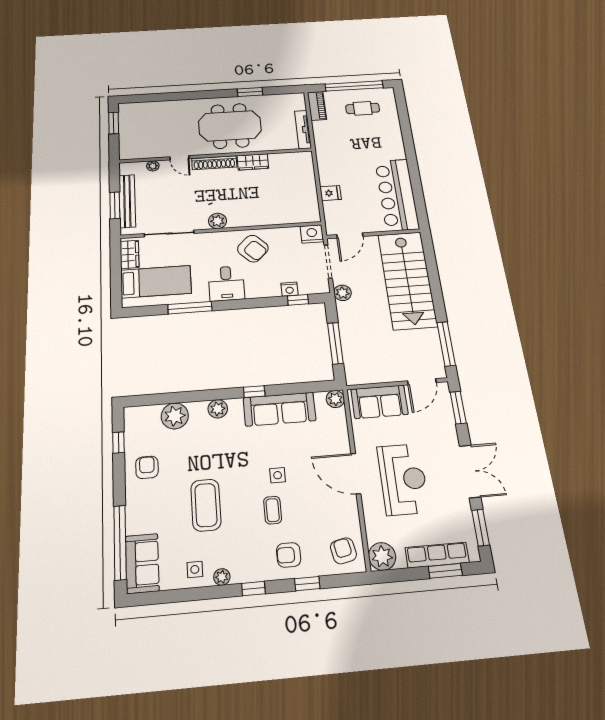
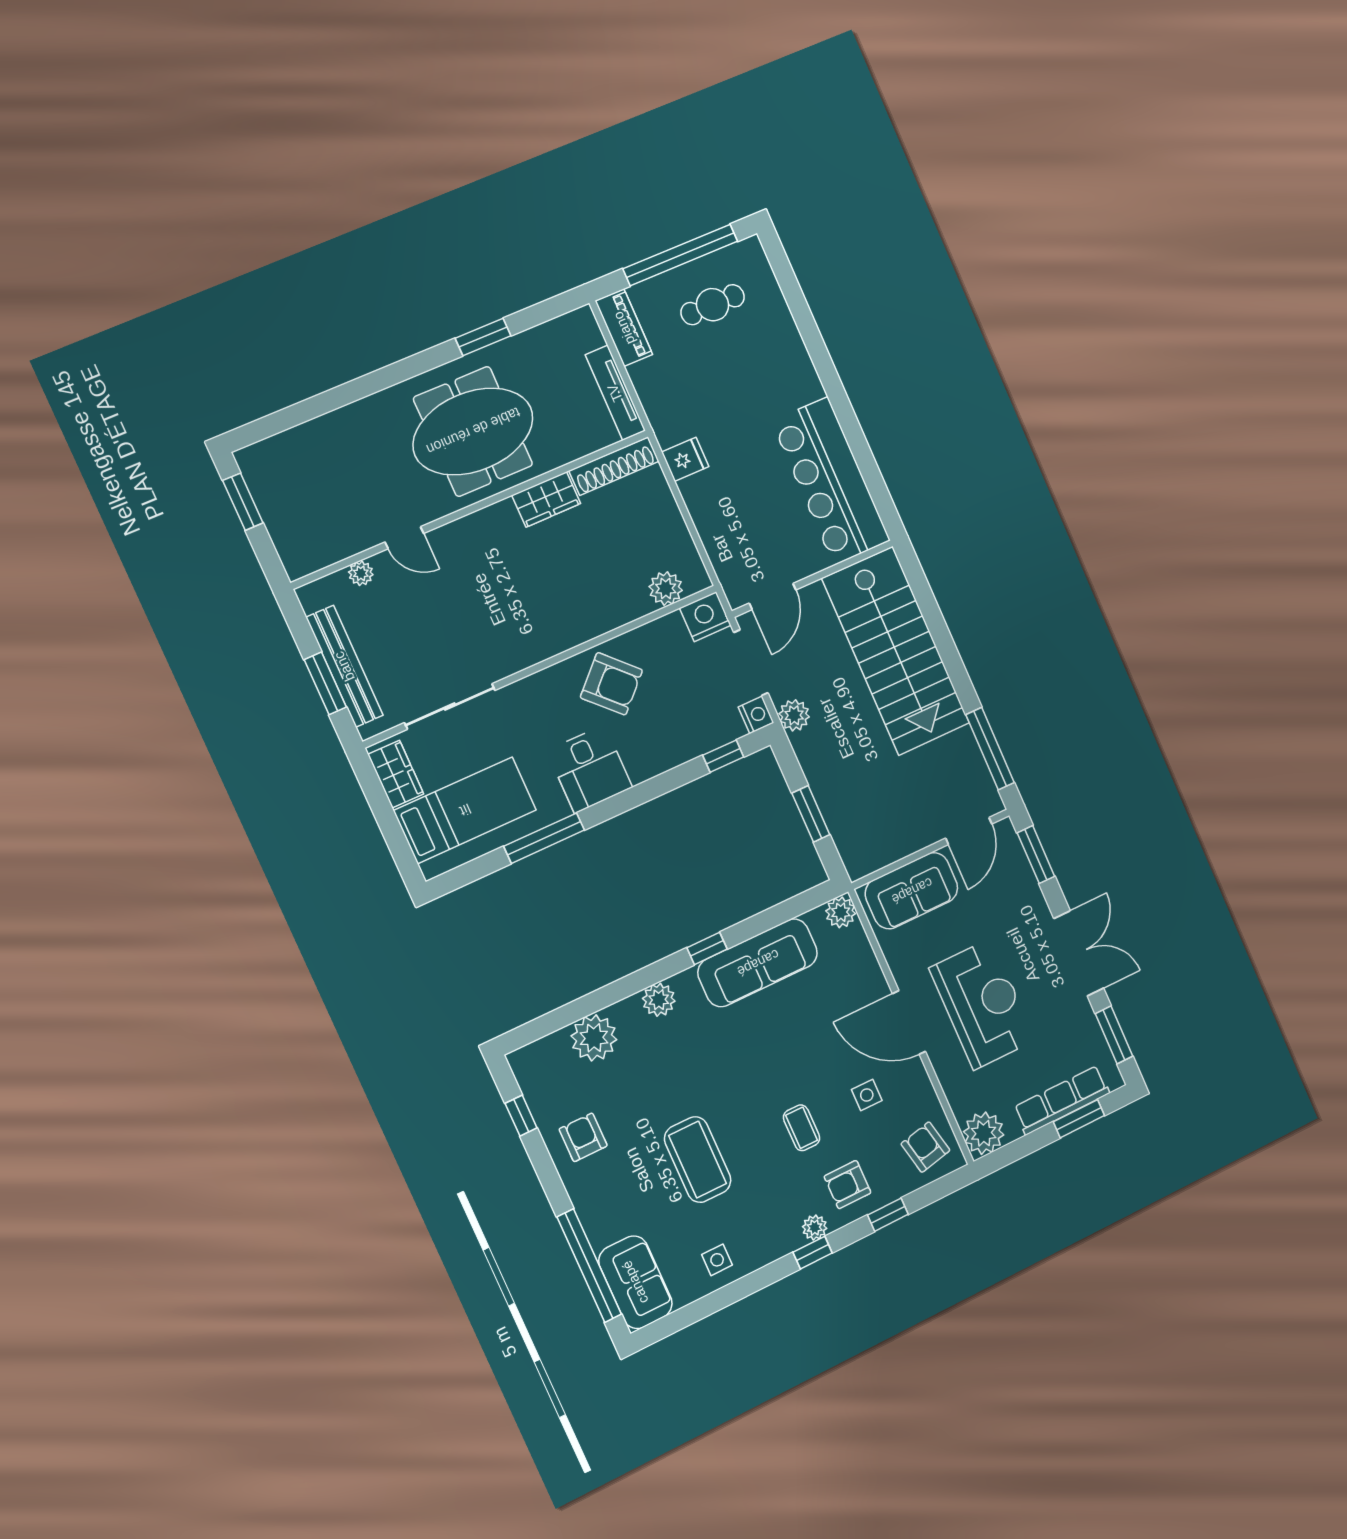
shoe rack: (214, 163) -> (614, 466), moved
fridge: (331, 193) -> (685, 459), moved
plant: (217, 221) -> (666, 589), moved
nightstand: (289, 289) -> (756, 715), moved, turned -90
window: (335, 343) -> (811, 814), width x0.69
side table: (278, 475) -> (867, 1095), moved
plant: (222, 577) -> (815, 1228), moved

